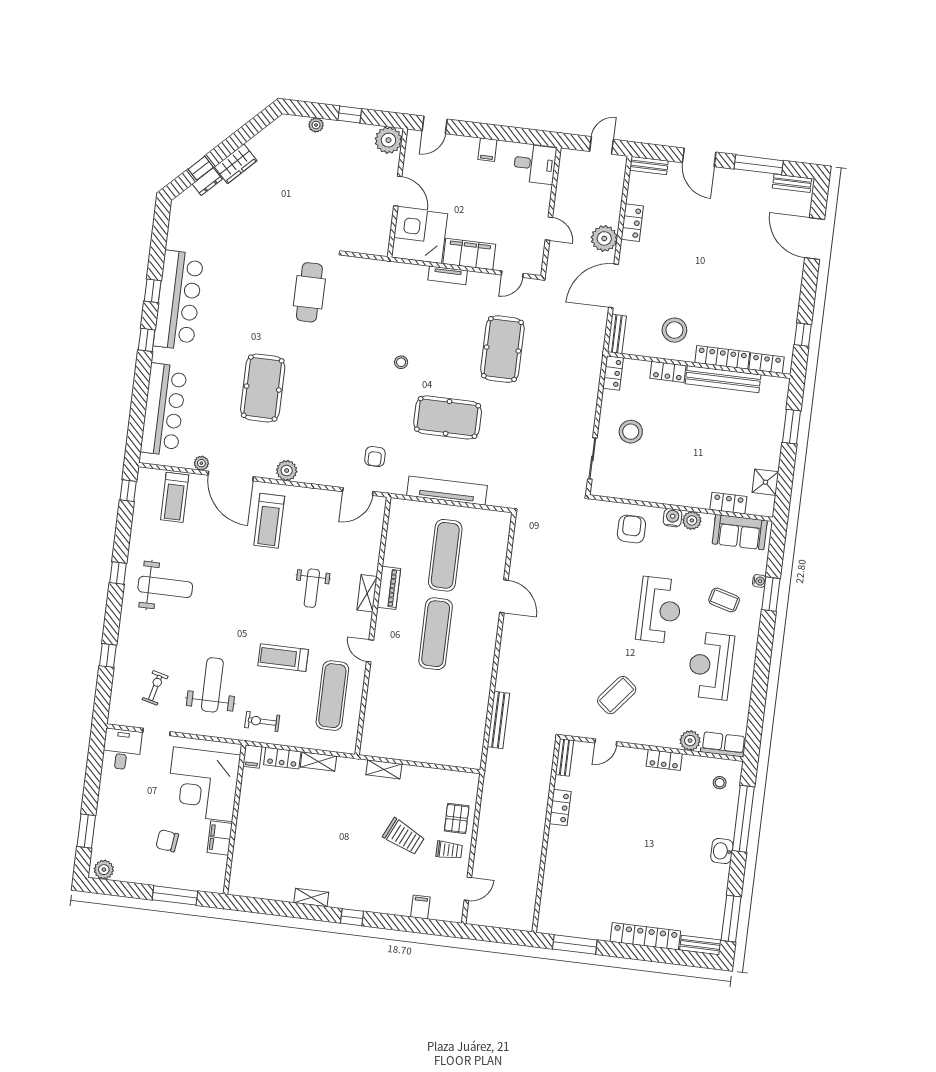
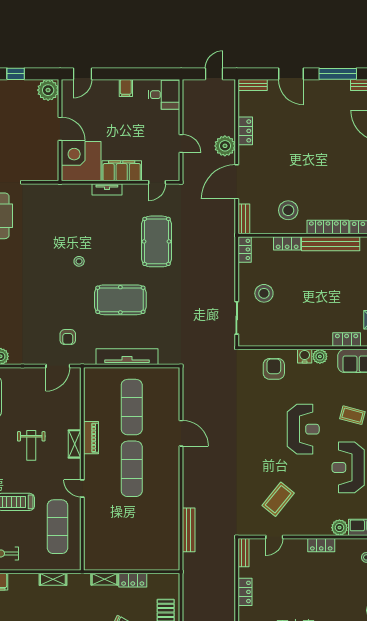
locker: (282, 758) -> (133, 580), moved

